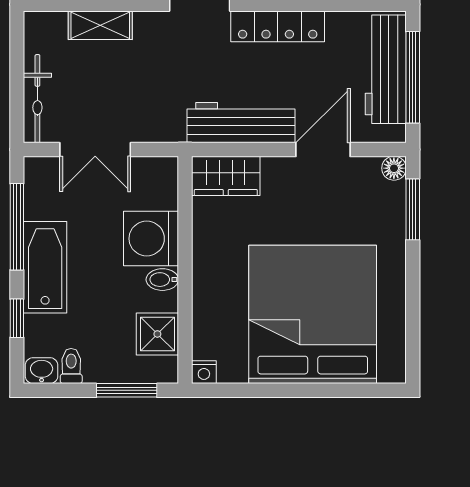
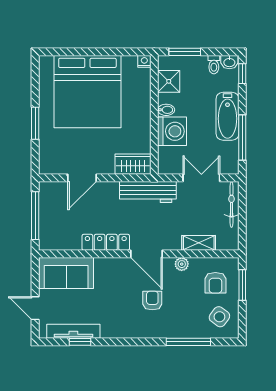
workbench: (386, 69) -> (49, 220), removed
workbench: (241, 123) -> (148, 192), moved
floor lamp: (394, 168) -> (45, 168), removed
window: (413, 209) -> (35, 123), moved
window: (17, 318) -> (242, 74), moved

